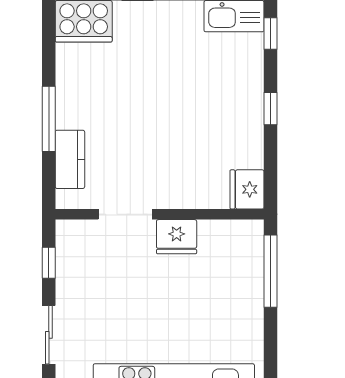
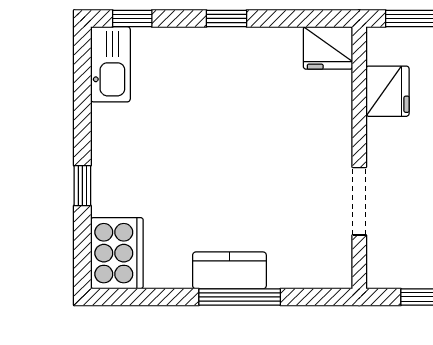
kitchen counter: (70, 159) -> (229, 270), moved
fridge: (177, 237) -> (387, 91), moved

